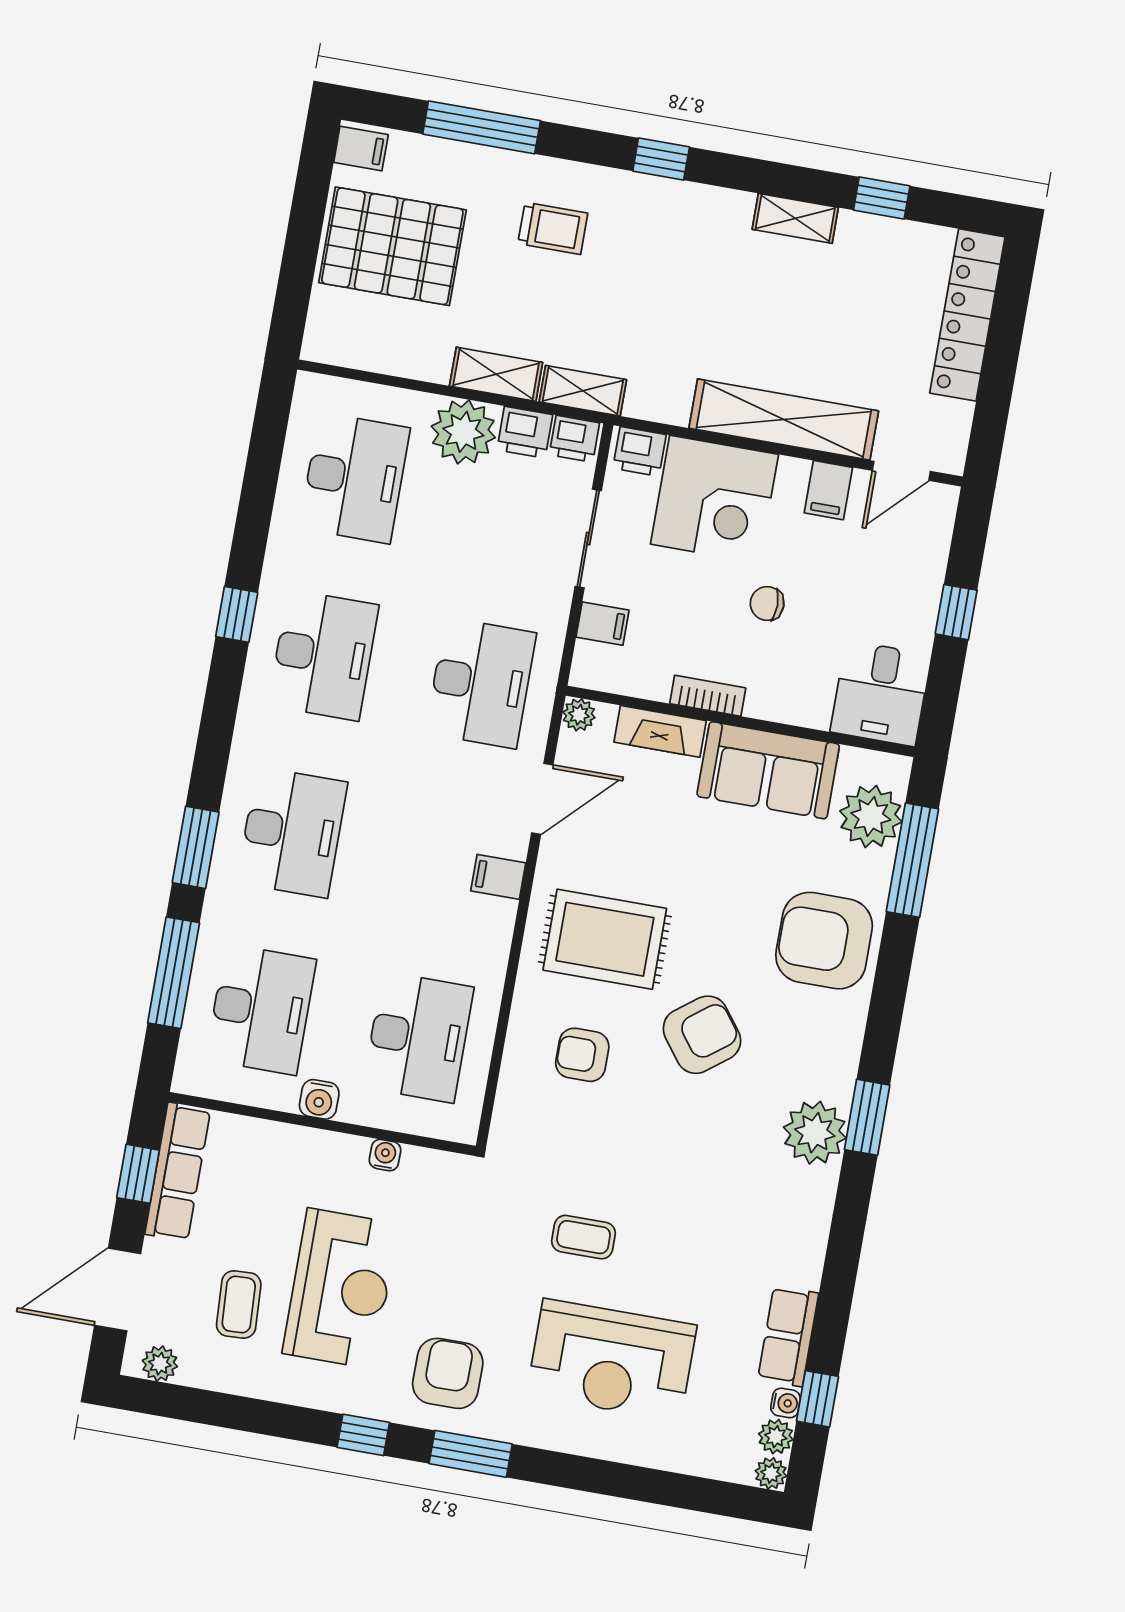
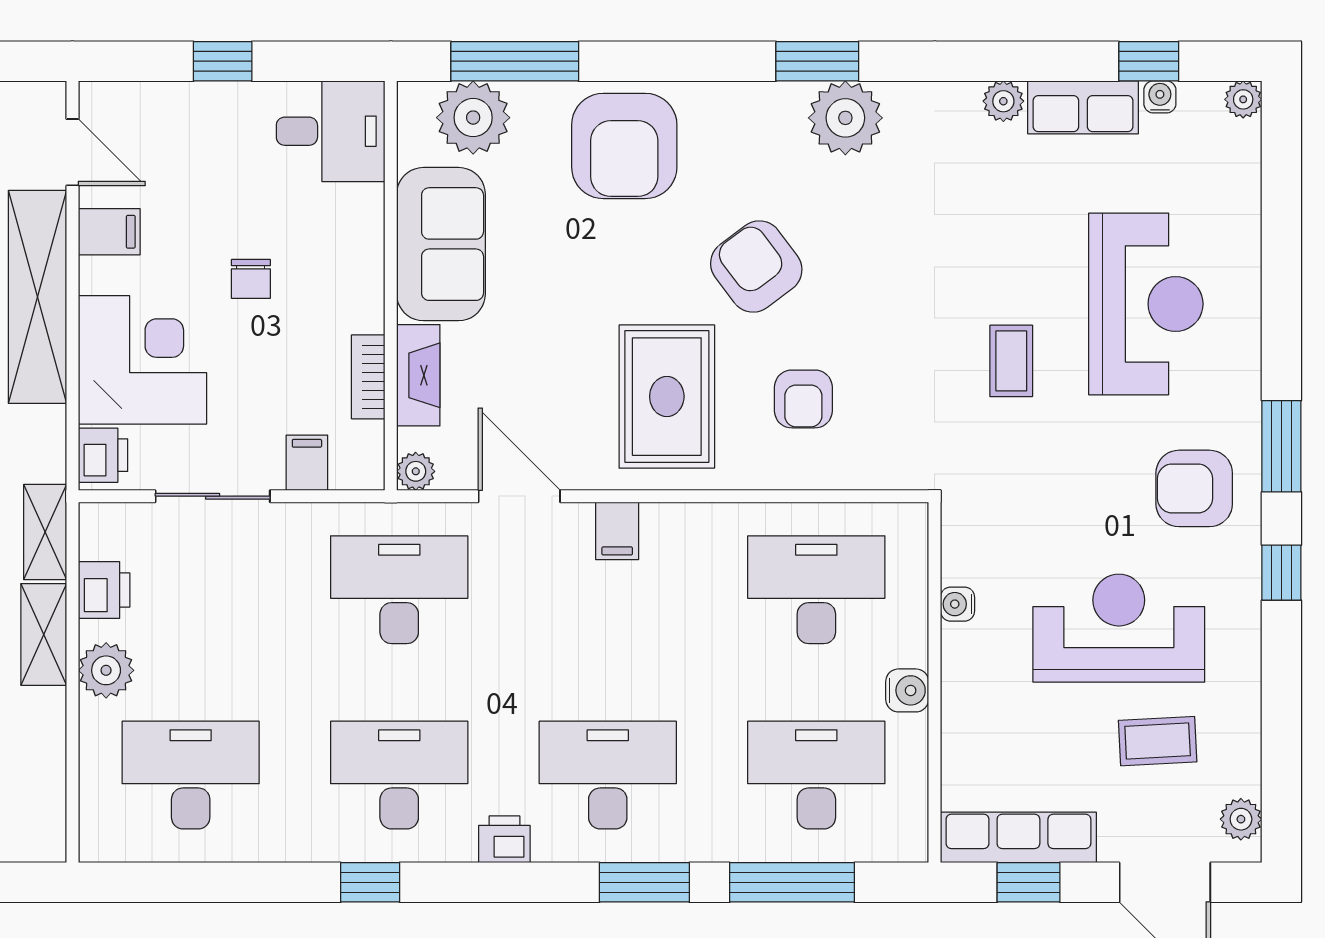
plant: (463, 432) -> (106, 670), width x0.73, depth x0.73
printer: (574, 439) -> (504, 839), moved, turned -90
bookcase: (708, 696) -> (368, 377), moved
plant: (776, 1437) -> (1003, 101), moved

